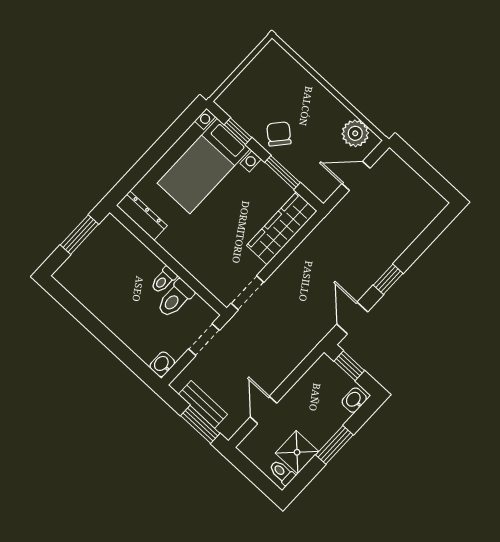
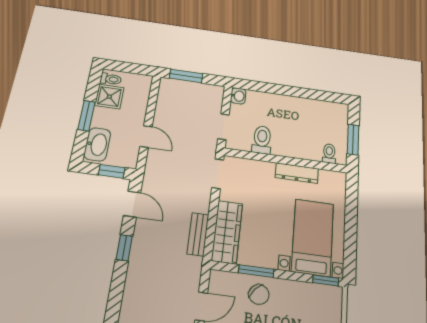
window: (238, 131) -> (326, 280), moved
chair: (279, 134) -> (259, 294), moved
dresser: (142, 216) -> (297, 173), moved
toilet: (164, 280) -> (329, 154), moved
washbasin: (354, 400) -> (97, 144), width x1.91, depth x1.45
bench: (203, 404) -> (198, 234), moved, turned 90
door: (264, 410) -> (146, 136), moved

